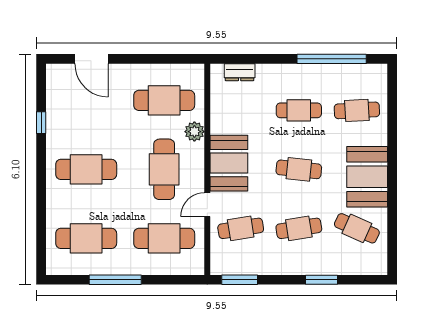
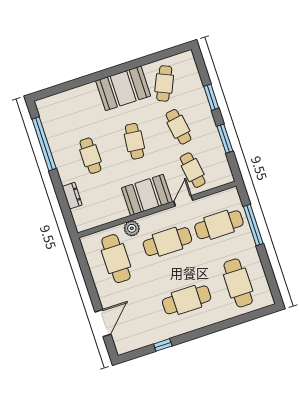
dresser: (240, 72) -> (72, 196), moved
cafe table: (357, 110) -> (76, 112), removed
cafe table: (86, 169) -> (187, 300), turned 90
door: (207, 205) -> (183, 201), swing flipped
cafe table: (164, 238) -> (219, 225), turned 90
window: (115, 280) -> (253, 225), moved
window: (240, 280) -> (225, 139), moved

